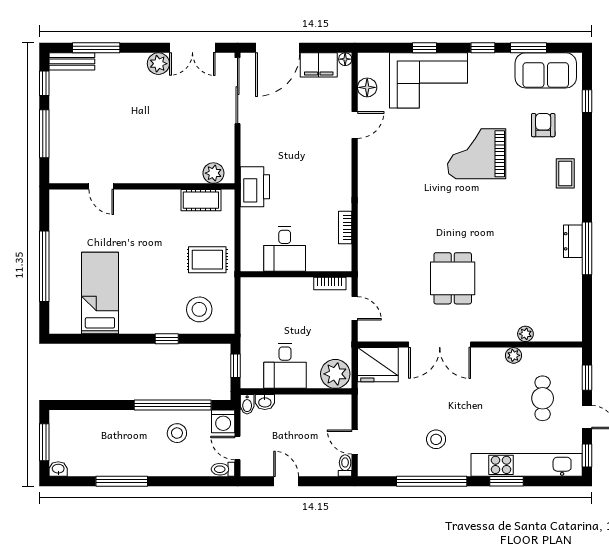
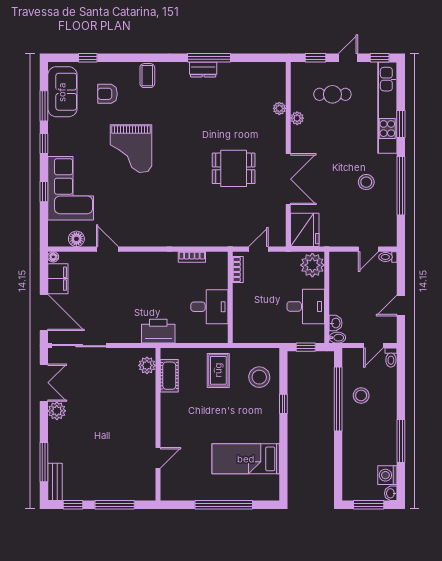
coffee table: (565, 173) -> (147, 76), turned 90
washing machine: (223, 421) -> (387, 475), moved, turned 180

